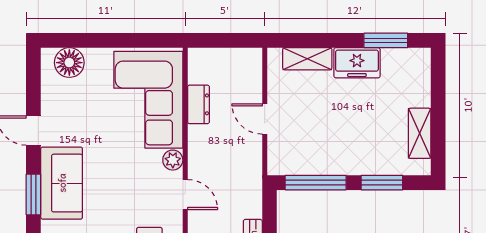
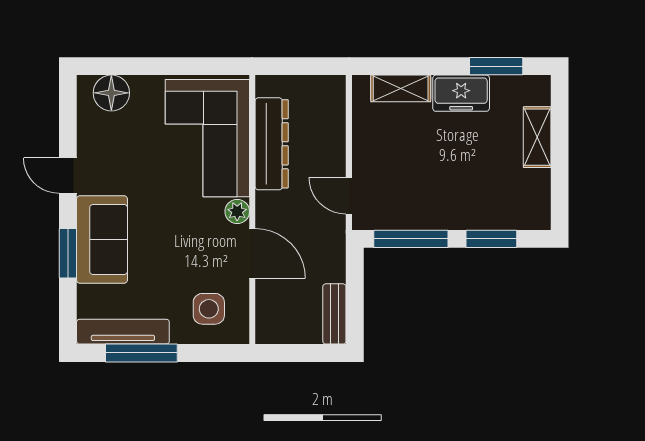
dresser: (198, 104) -> (272, 144), width x1.96, depth x1.24
door: (265, 119) -> (349, 196), moved
shelving: (420, 133) -> (537, 137), moved
door: (185, 195) -> (252, 253), width x1.38

